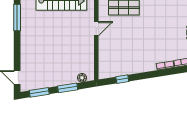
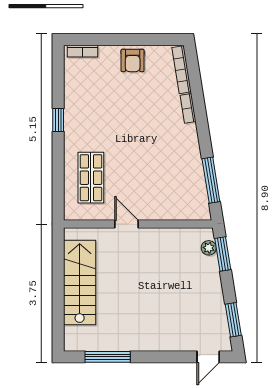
window: (122, 79) -> (211, 180), width x2.17
window: (68, 88) -> (223, 254), moved

